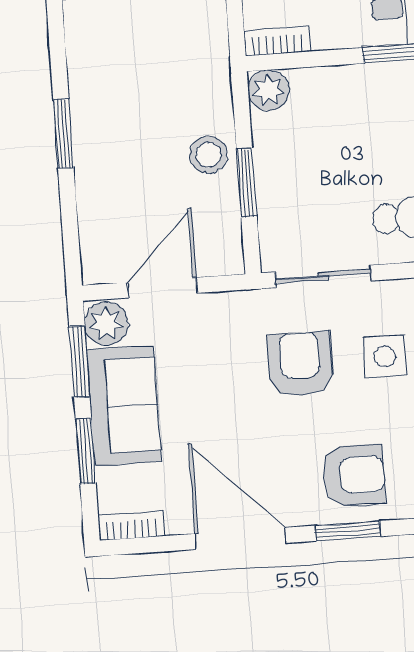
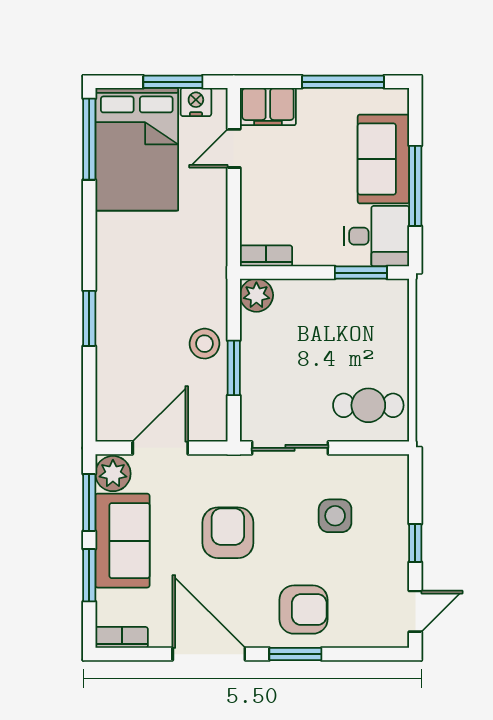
armchair: (300, 364) -> (228, 533), moved

